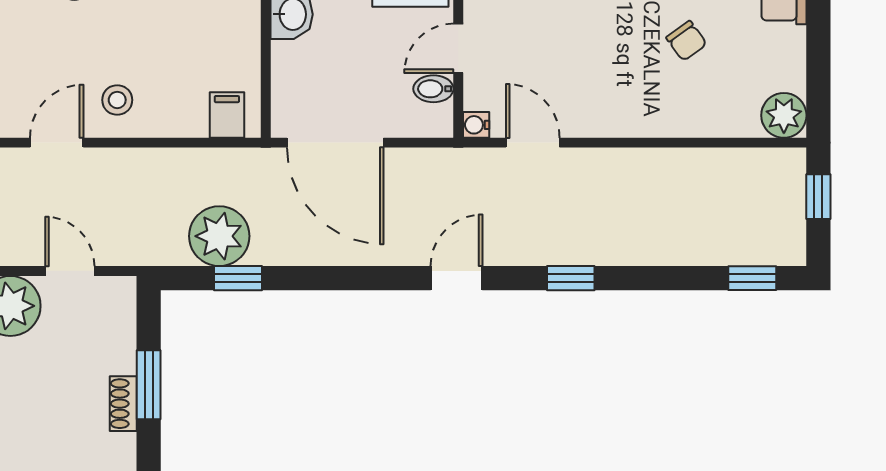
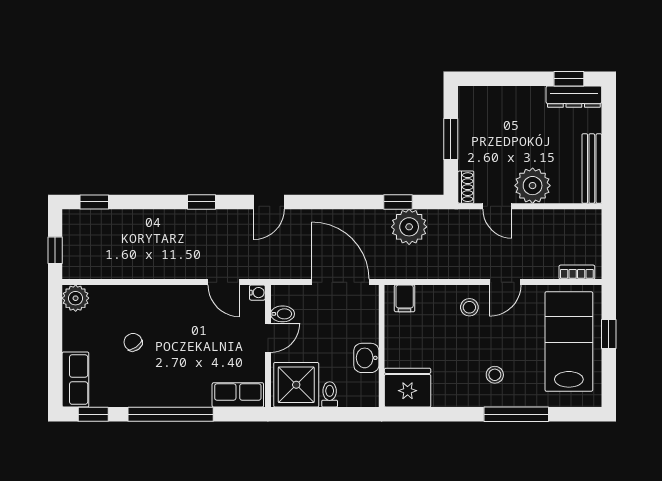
shoe rack: (123, 404) -> (466, 187), moved

